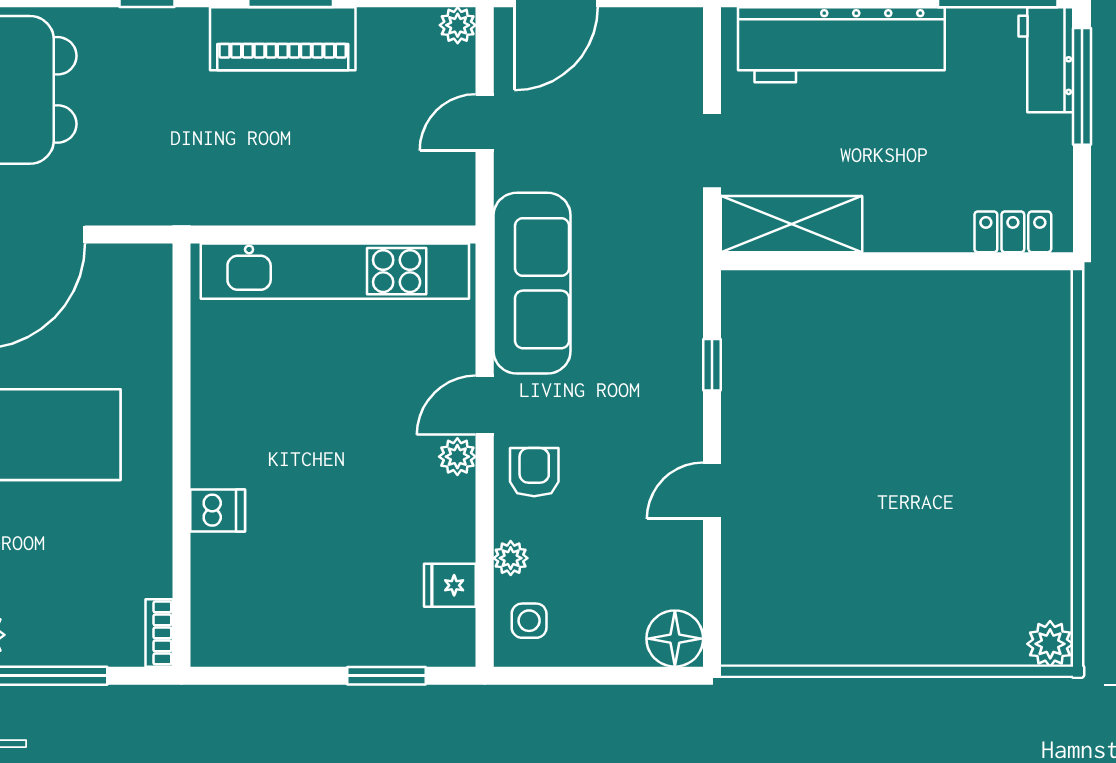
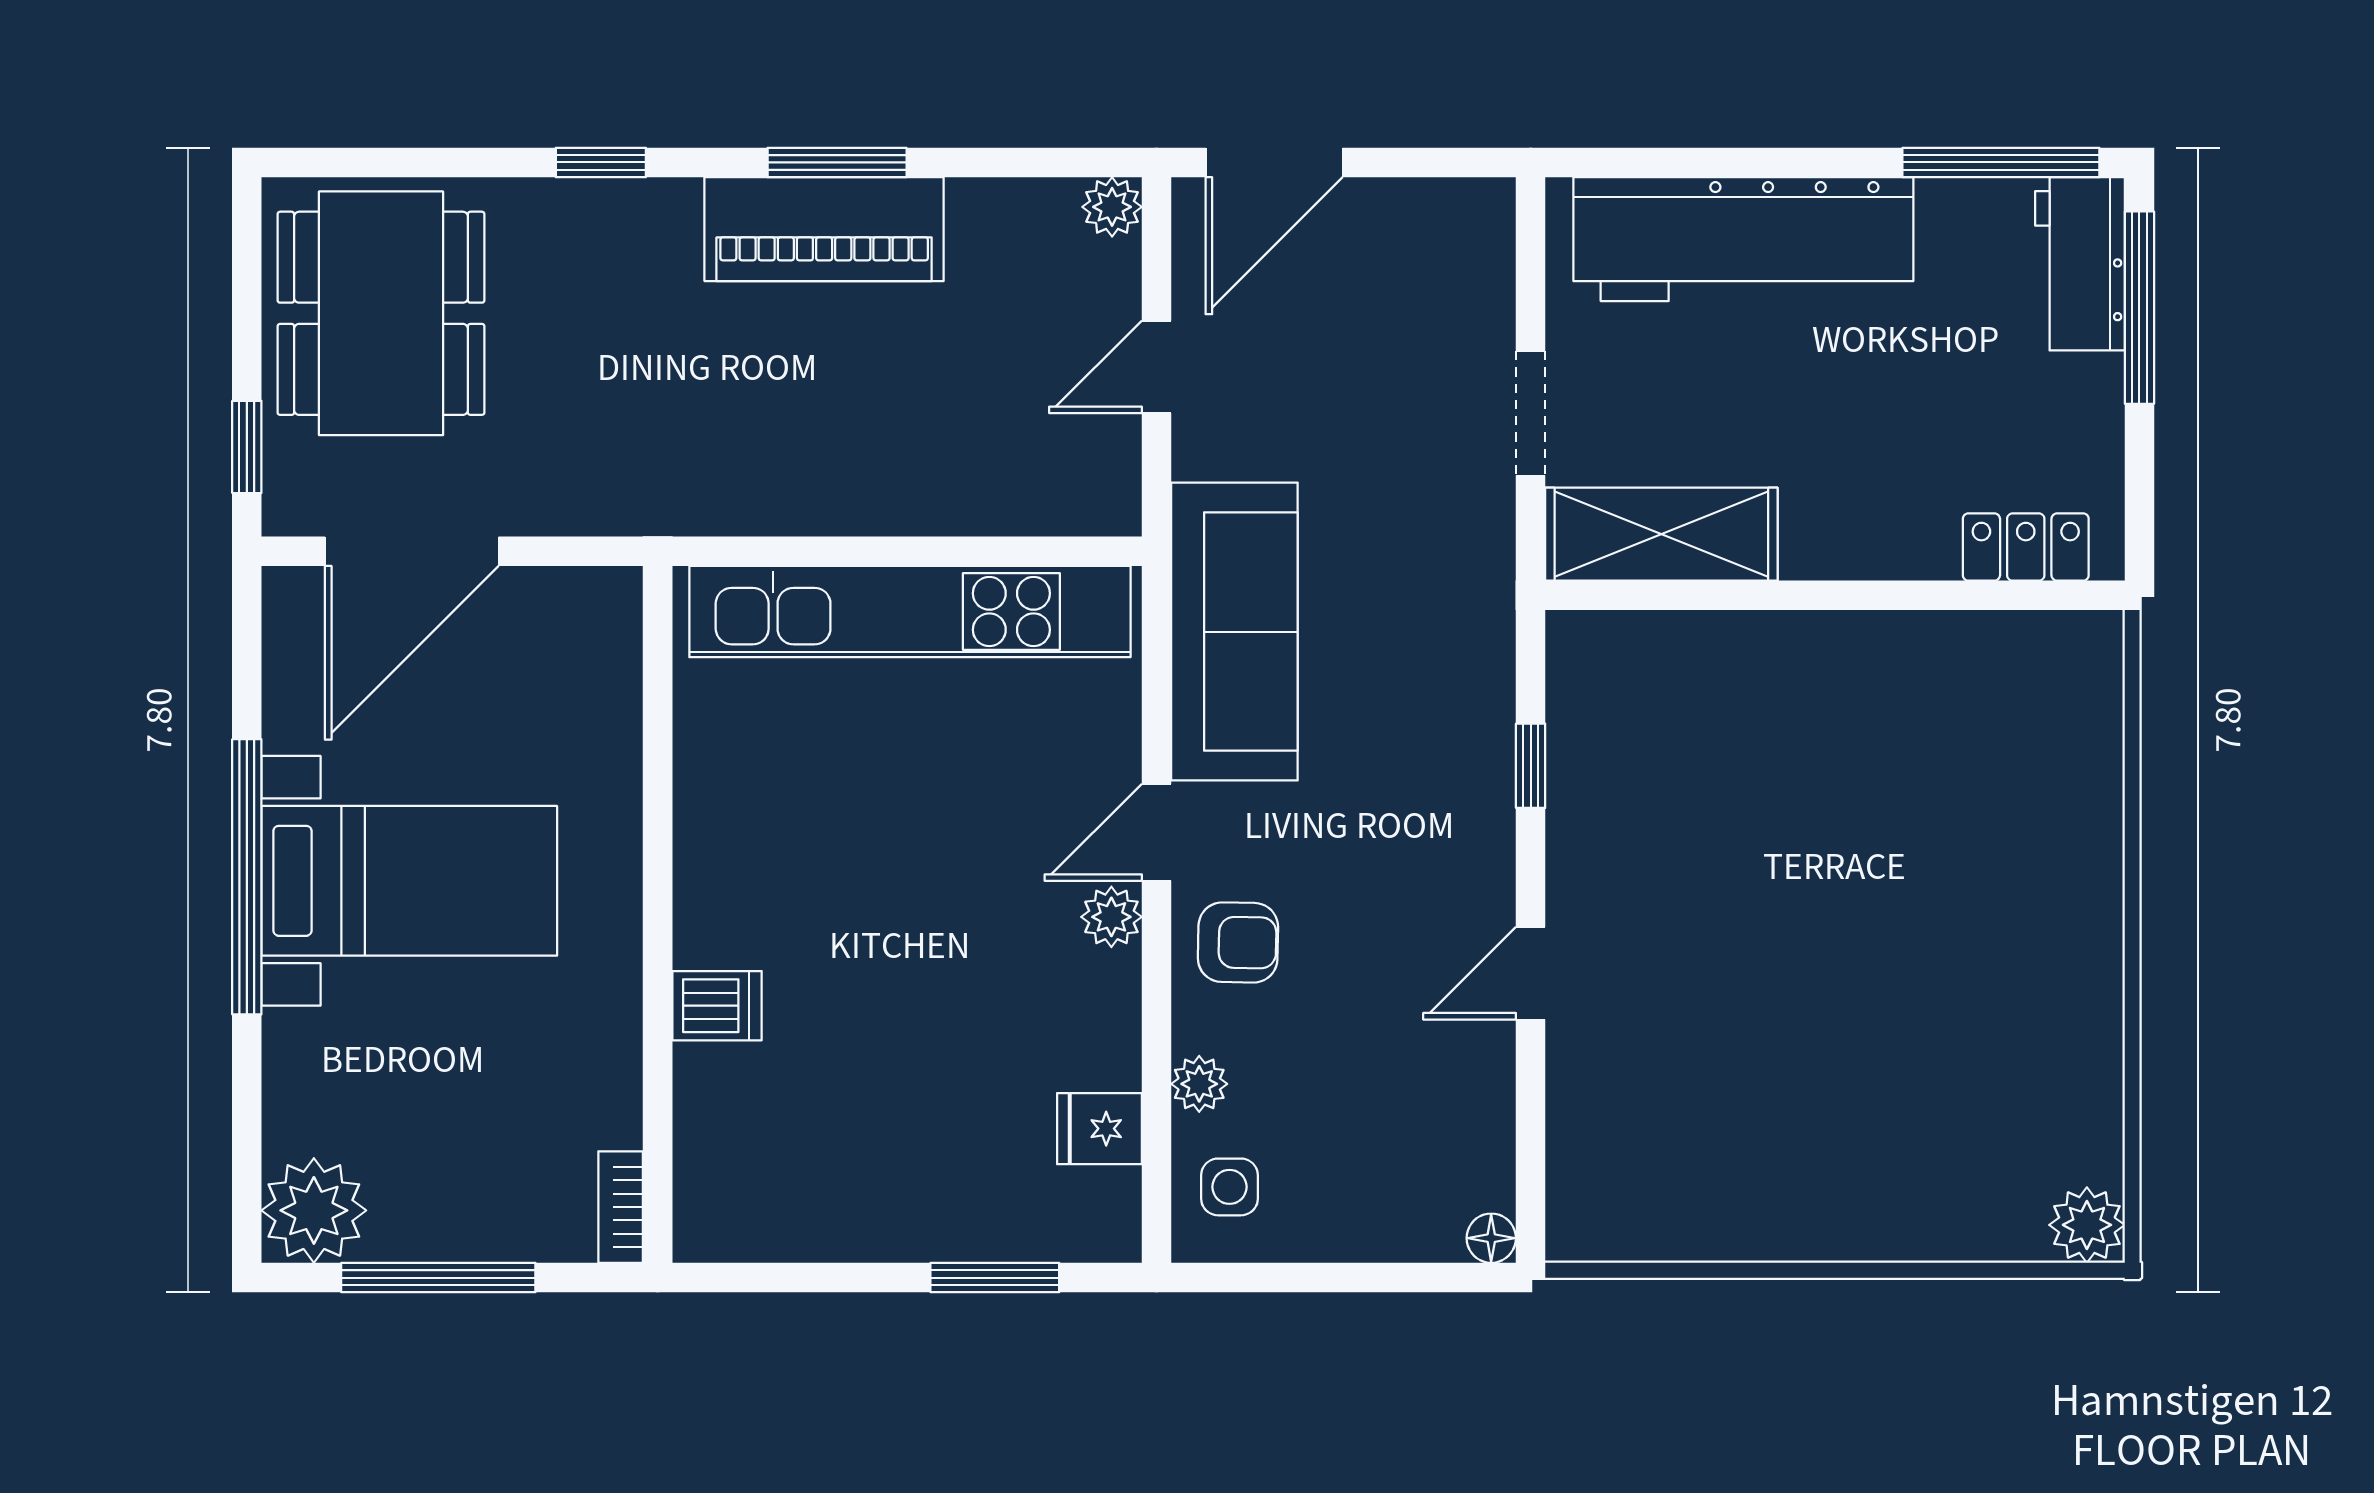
armchair: (534, 472) -> (1238, 942), turned 91
floor lamp: (675, 639) -> (1491, 1238), width x0.53, depth x0.53

